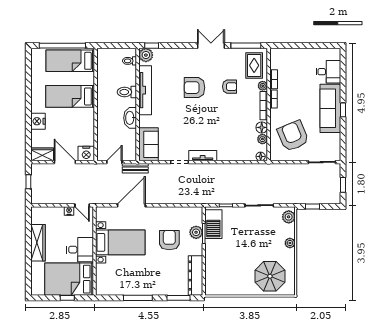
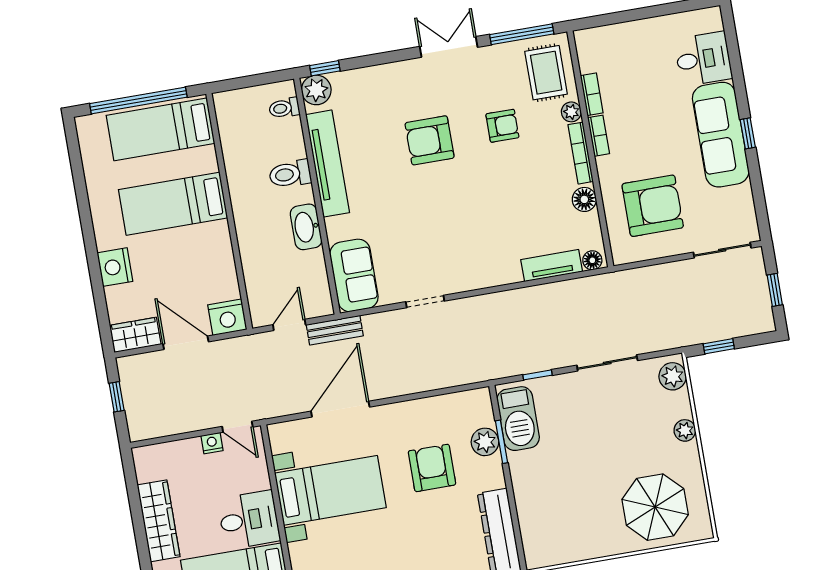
armchair: (293, 136) -> (653, 206), turned 113
plant: (262, 139) -> (590, 223), removed
tv unit: (203, 156) -> (552, 266), moved

